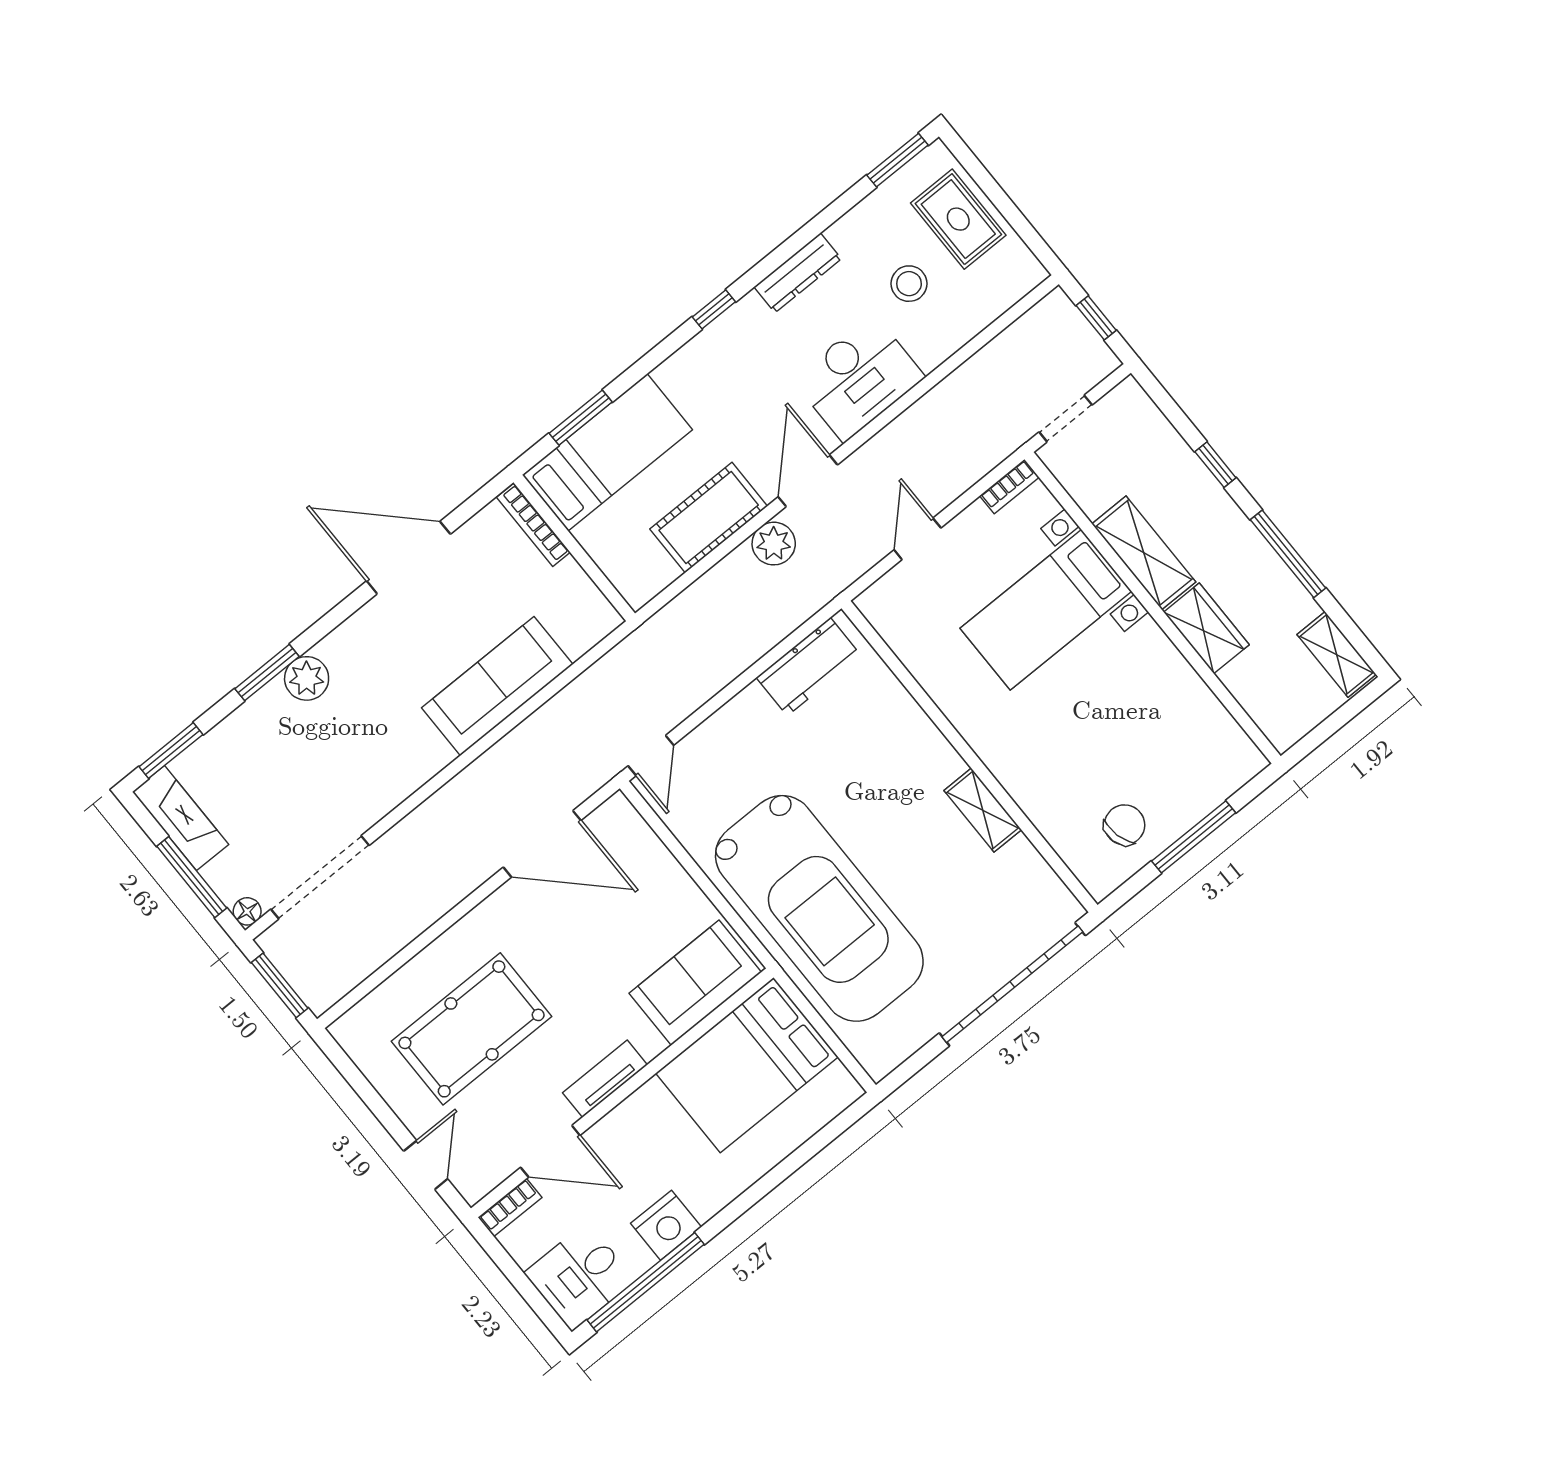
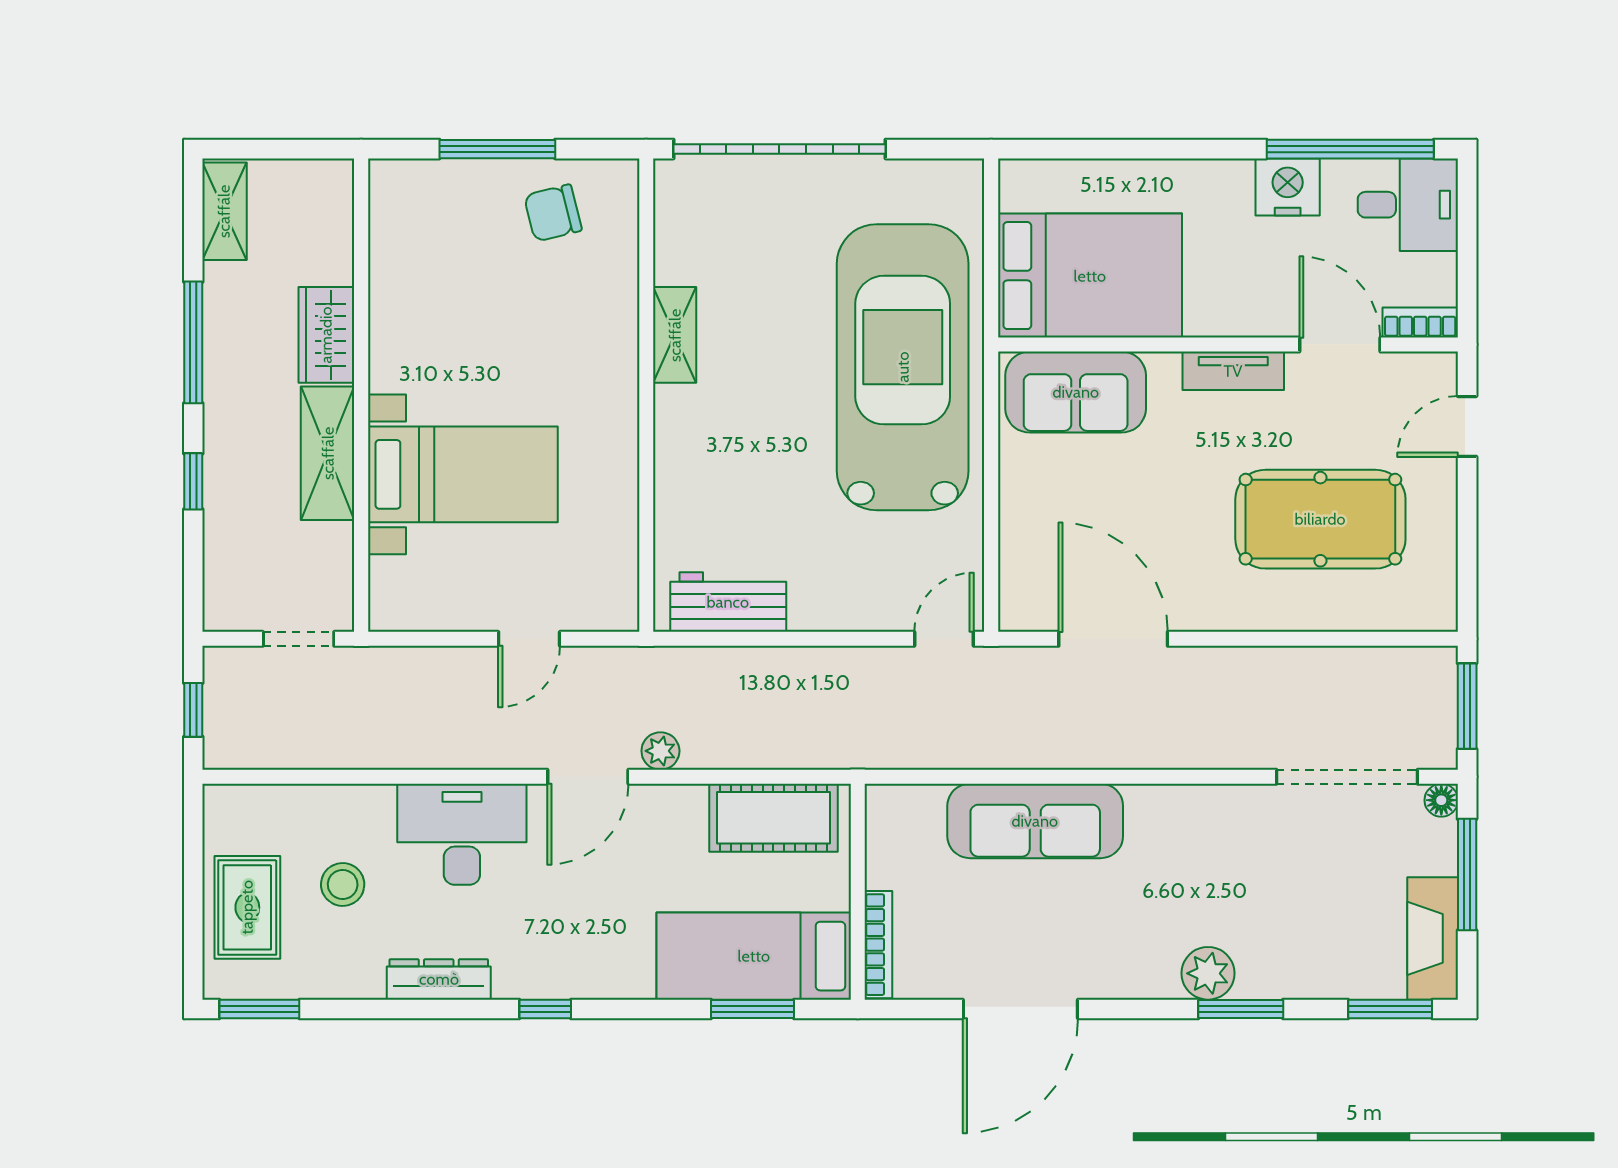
bookcase: (1009, 487) -> (403, 618), removed
cot: (709, 518) -> (773, 818), moved
plant: (774, 544) -> (660, 751), width x0.73, depth x0.73
door: (409, 558) -> (1020, 1009), hinge flipped

